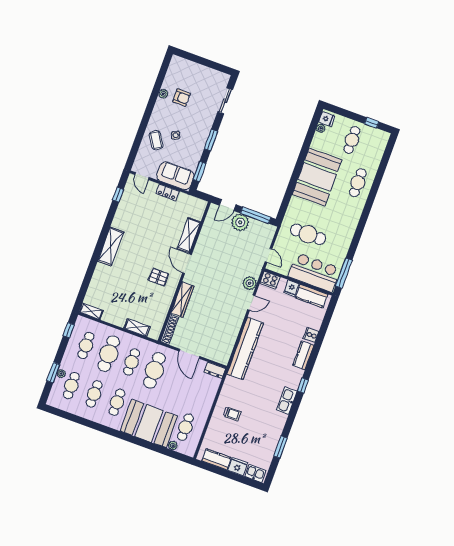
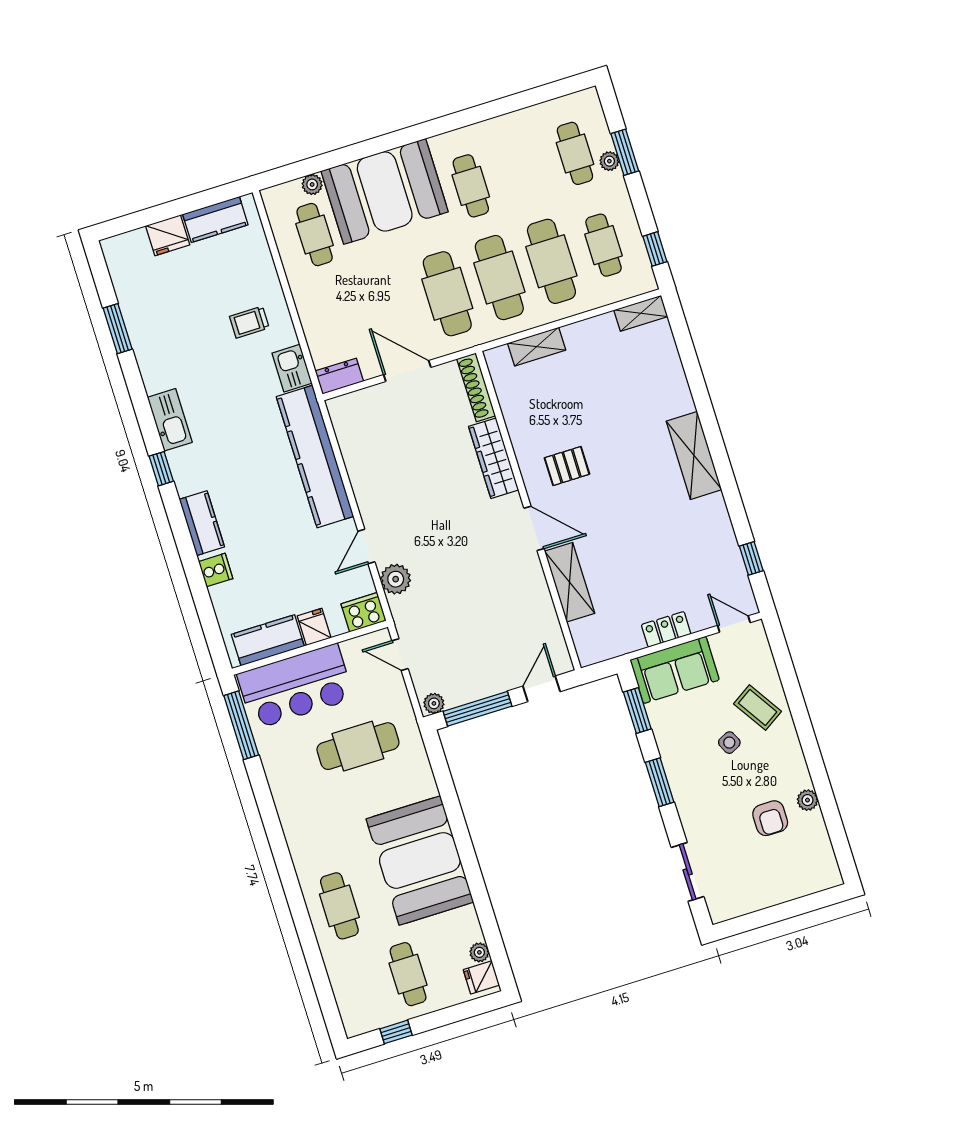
armchair: (182, 97) -> (770, 818), turned -90
plant: (240, 222) -> (434, 703), moved, width x0.53, depth x0.53
cafe table: (132, 362) -> (499, 278), width x1.37, depth x1.35
cafe table: (94, 394) -> (523, 170), removed
kitchen sink: (255, 473) -> (292, 368), moved, turned 90

